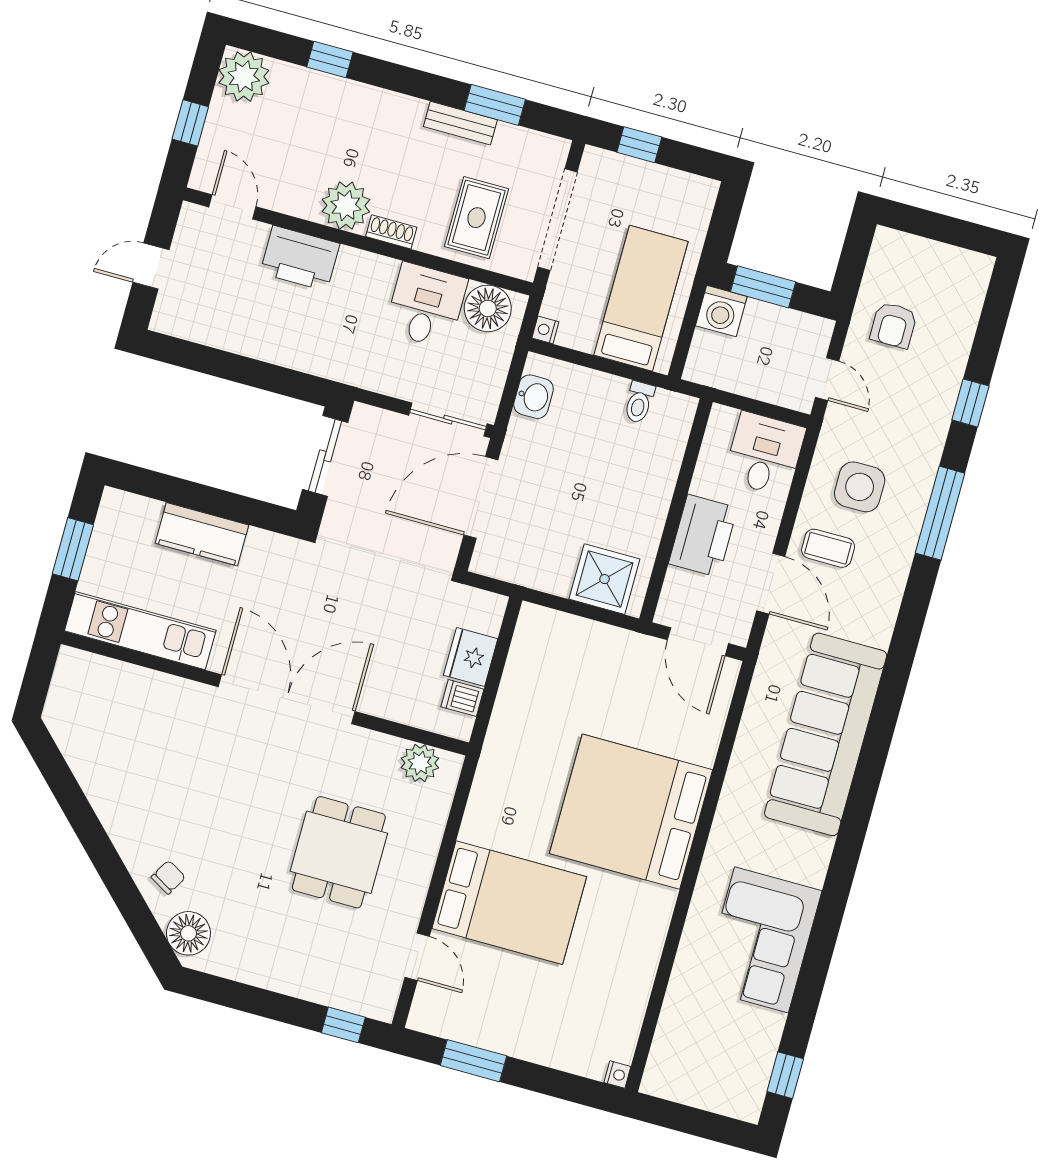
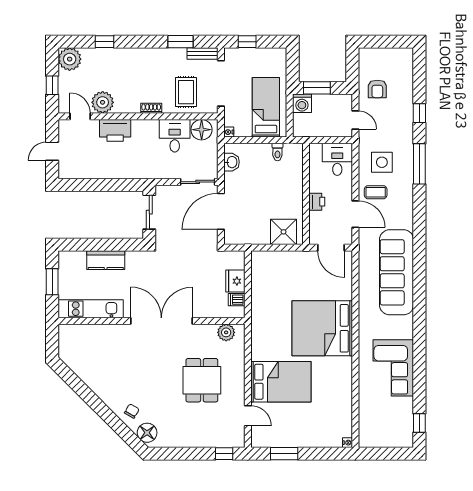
bench: (460, 123) -> (203, 53), moved
plant: (346, 206) -> (103, 102), moved
printer: (703, 536) -> (317, 202), width x0.53, depth x0.68

